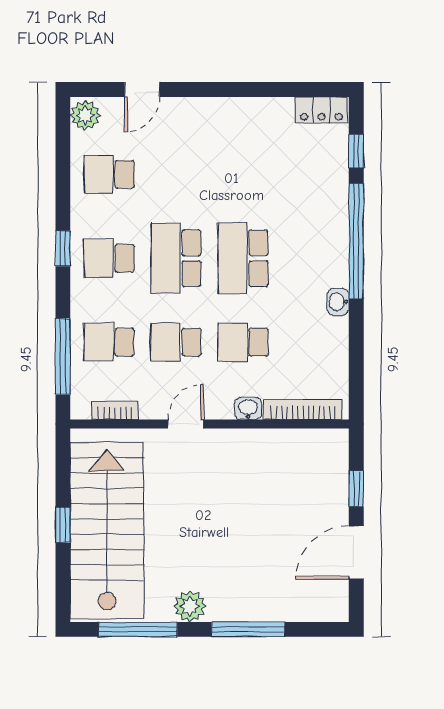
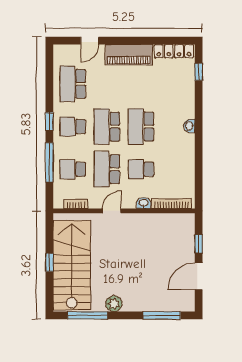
locker: (321, 110) -> (174, 51), width x1.53
plant: (85, 115) -> (61, 54), removed
piano: (219, 117) -> (129, 55), added
school desk: (109, 174) -> (73, 84), width x1.85
window: (356, 241) -> (199, 118), removed
washbasin: (338, 302) -> (189, 126), moved
school desk: (176, 342) -> (107, 169), width x1.85
window: (63, 356) -> (49, 162), moved
window: (248, 629) -> (162, 315), moved

